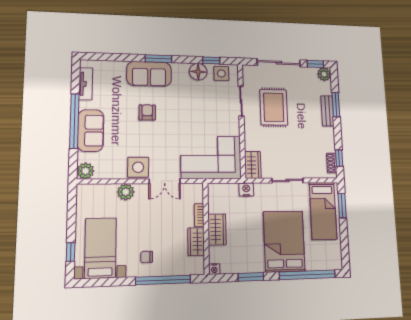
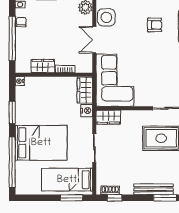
bench: (327, 111) -> (154, 189), width x1.36
wardrobe: (217, 229) -> (85, 90), moved, turned 90
chair: (147, 257) -> (21, 22), moved

